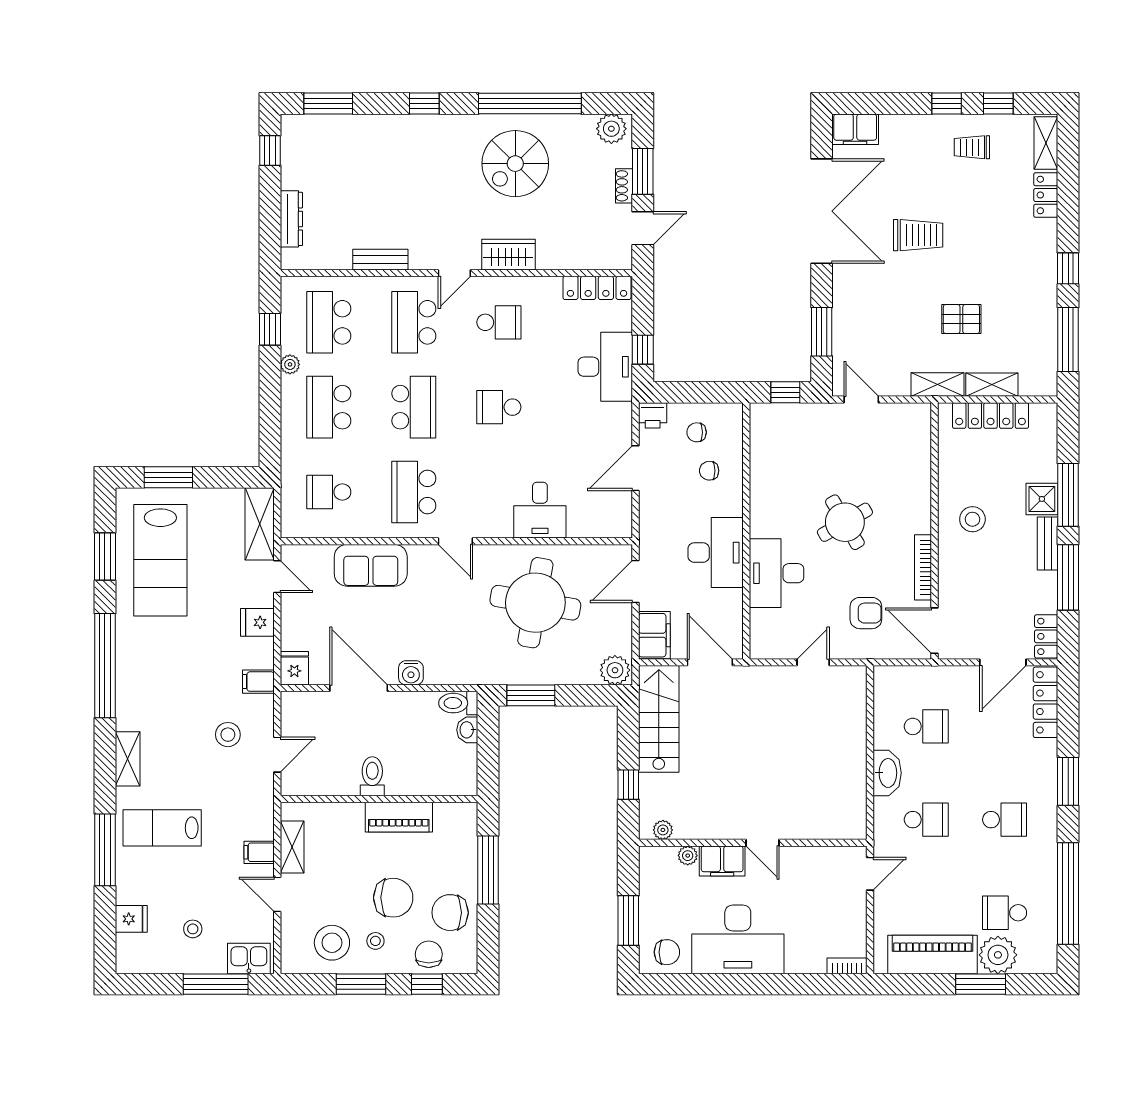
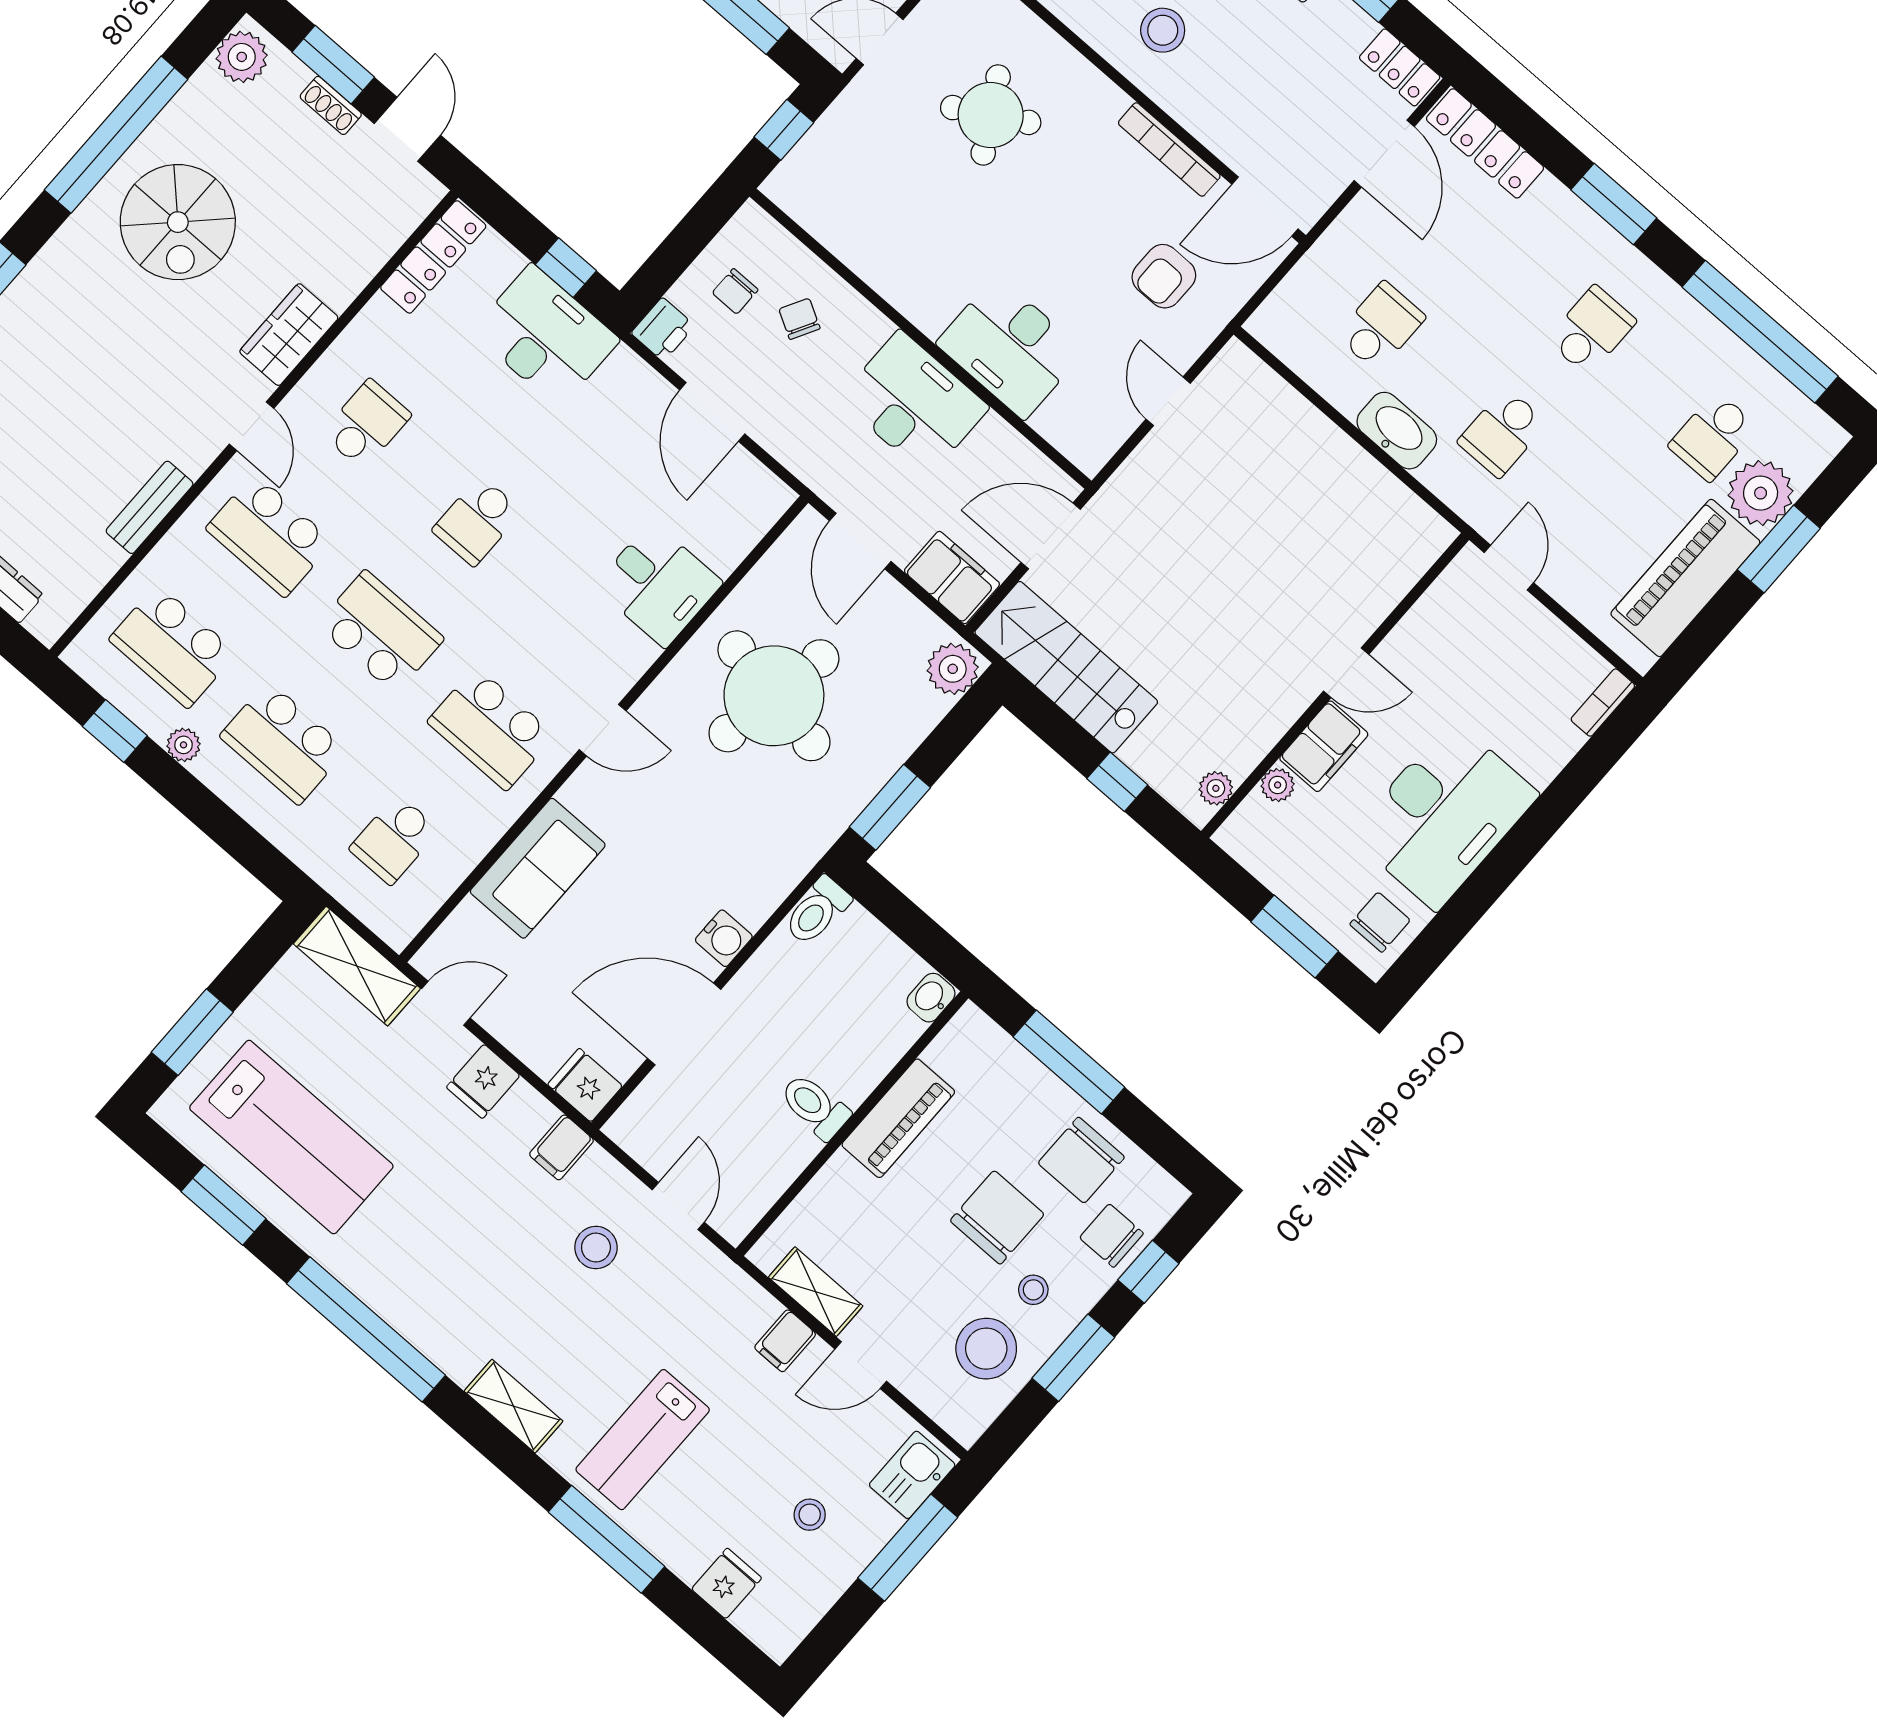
chair: (709, 471) -> (799, 319), turned 119
round table: (845, 522) -> (991, 115), moved
armchair: (866, 613) -> (1164, 276), turned 180
washbasin: (467, 730) -> (931, 998), moved, turned 90
school desk: (926, 820) -> (1502, 433), turned 180

